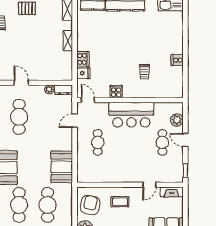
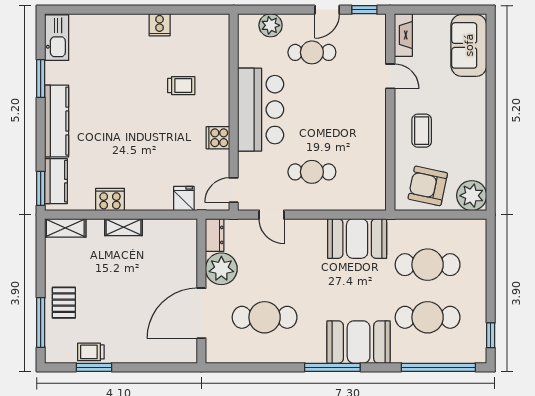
cooker: (83, 59) -> (110, 199), moved
door: (21, 83) -> (201, 313), width x1.88
plant: (49, 89) -> (221, 269), width x1.87, depth x1.87
door: (185, 140) -> (327, 10), moved

